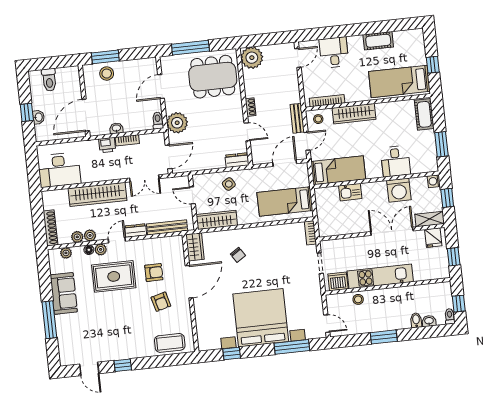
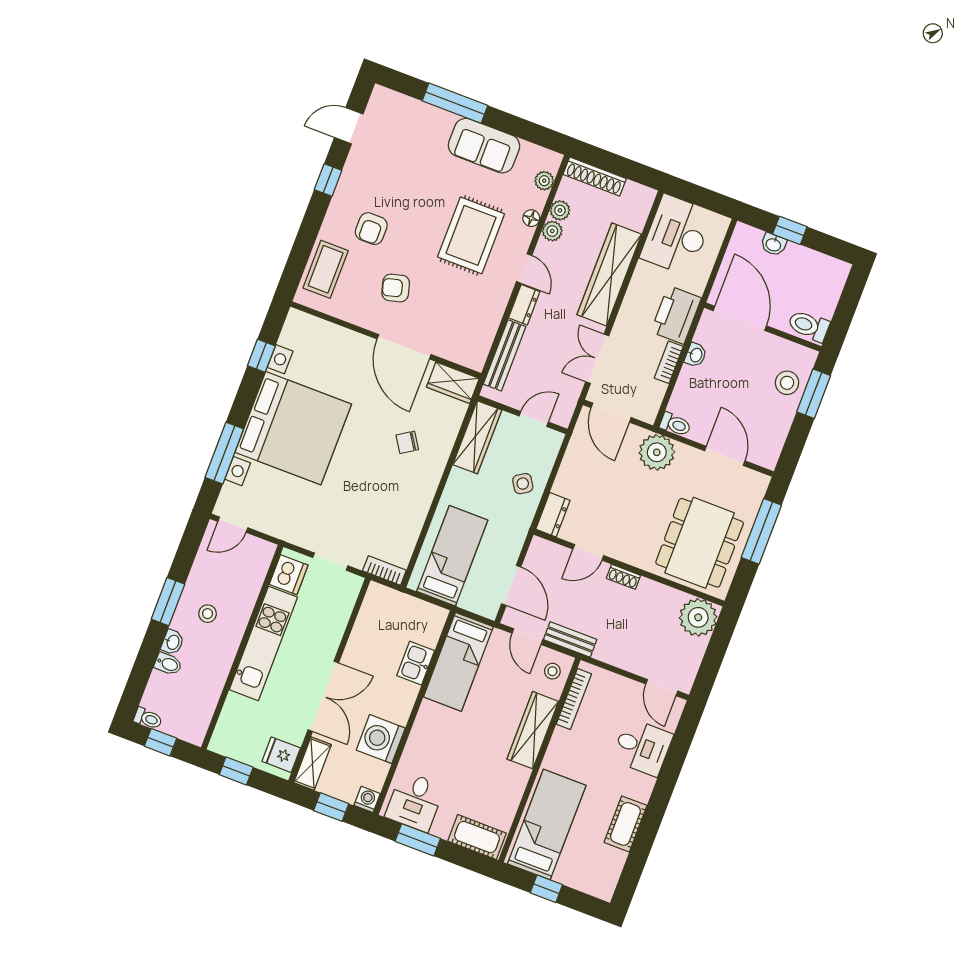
toilet: (49, 80) -> (809, 326), moved
printer: (107, 145) -> (676, 315), width x1.87, depth x1.48
desk: (396, 161) -> (415, 802), moved, turned -90
plant: (101, 249) -> (523, 236), removed
armchair: (154, 273) -> (371, 229), moved
stool: (358, 299) -> (208, 614), moved
washbasin: (429, 321) -> (173, 642), moved

